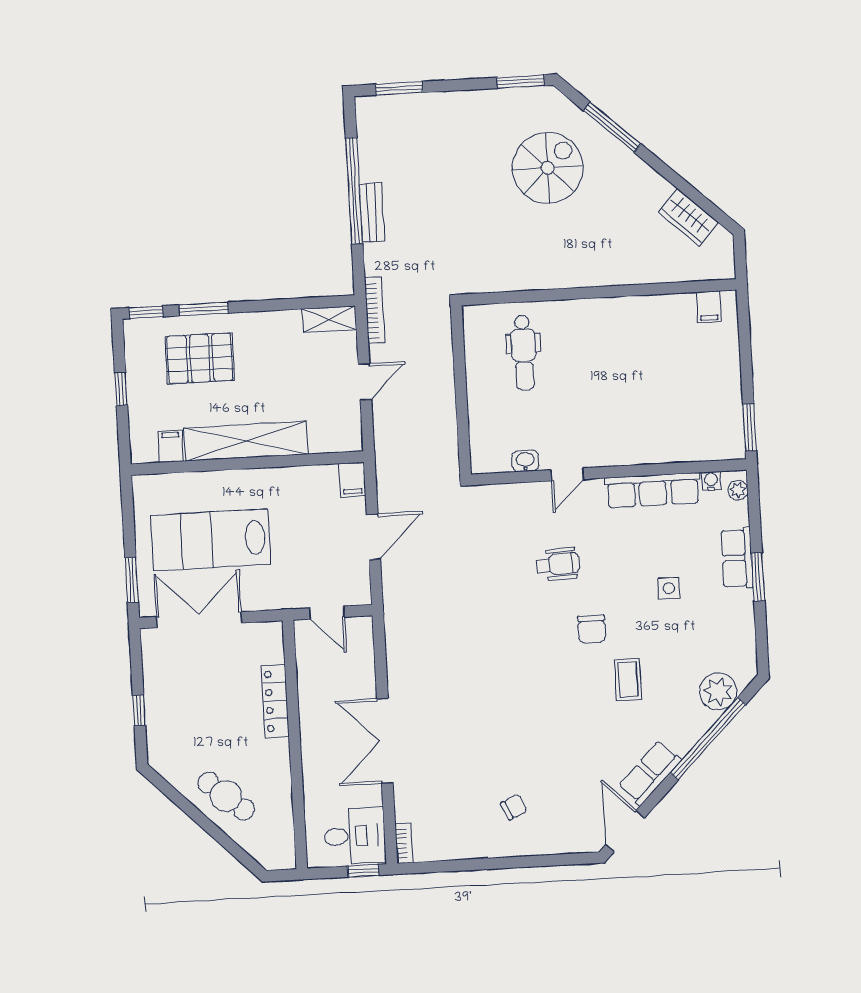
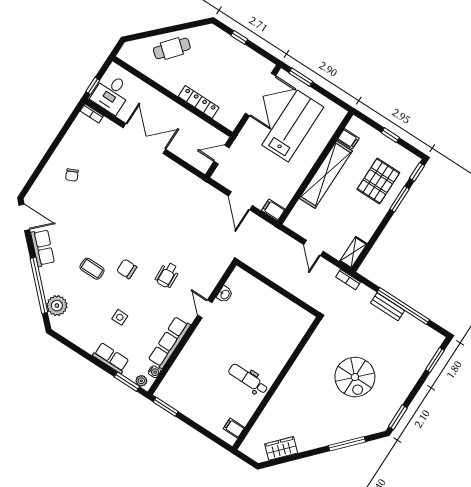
spiral stairs: (548, 168) -> (355, 377), moved
bookcase: (375, 310) -> (348, 279), width x0.64
dental chair: (524, 353) -> (248, 379), moved
window: (758, 577) -> (127, 382), moved

